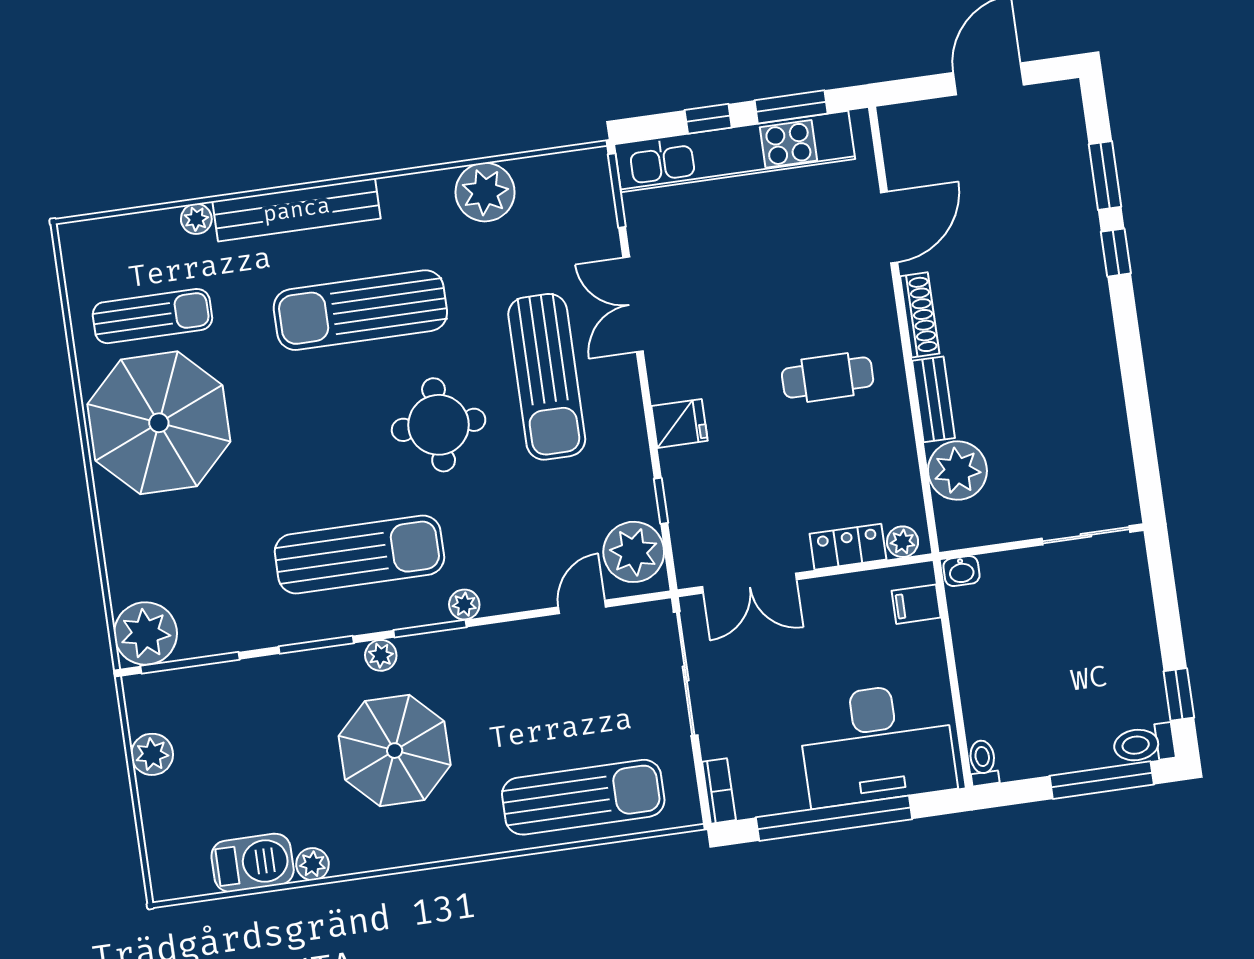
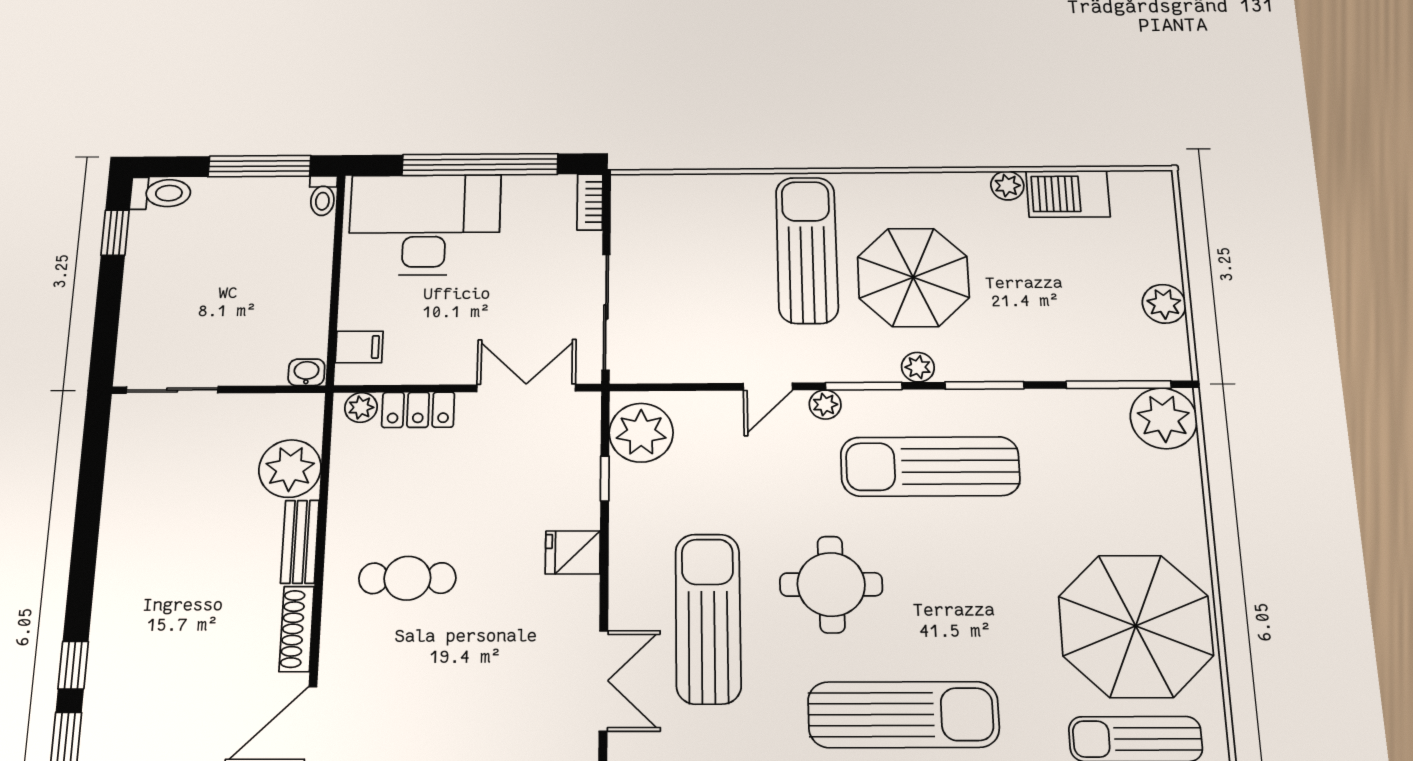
door: (582, 607) -> (768, 387), moved
window: (1102, 780) -> (260, 166), moved
sun lounger: (583, 797) -> (807, 250), moved, turned 90

